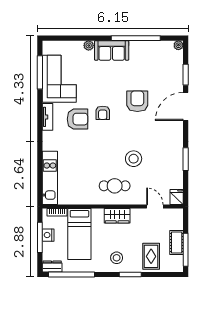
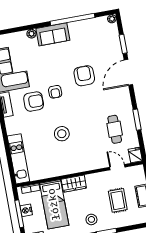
stool: (134, 159) -> (62, 134), moved
cafe table: (115, 186) -> (115, 129), moved, turned 90
wardrobe: (117, 216) -> (74, 184), moved
rug: (151, 256) -> (118, 200), moved

